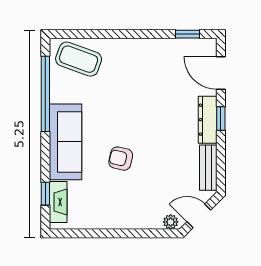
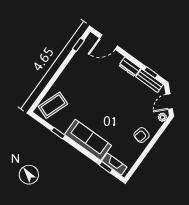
window: (45, 94) -> (58, 133), width x0.32
window: (221, 118) -> (151, 72), moved
dresser: (208, 120) -> (130, 67), width x0.70
armchair: (121, 159) -> (142, 135), moved

